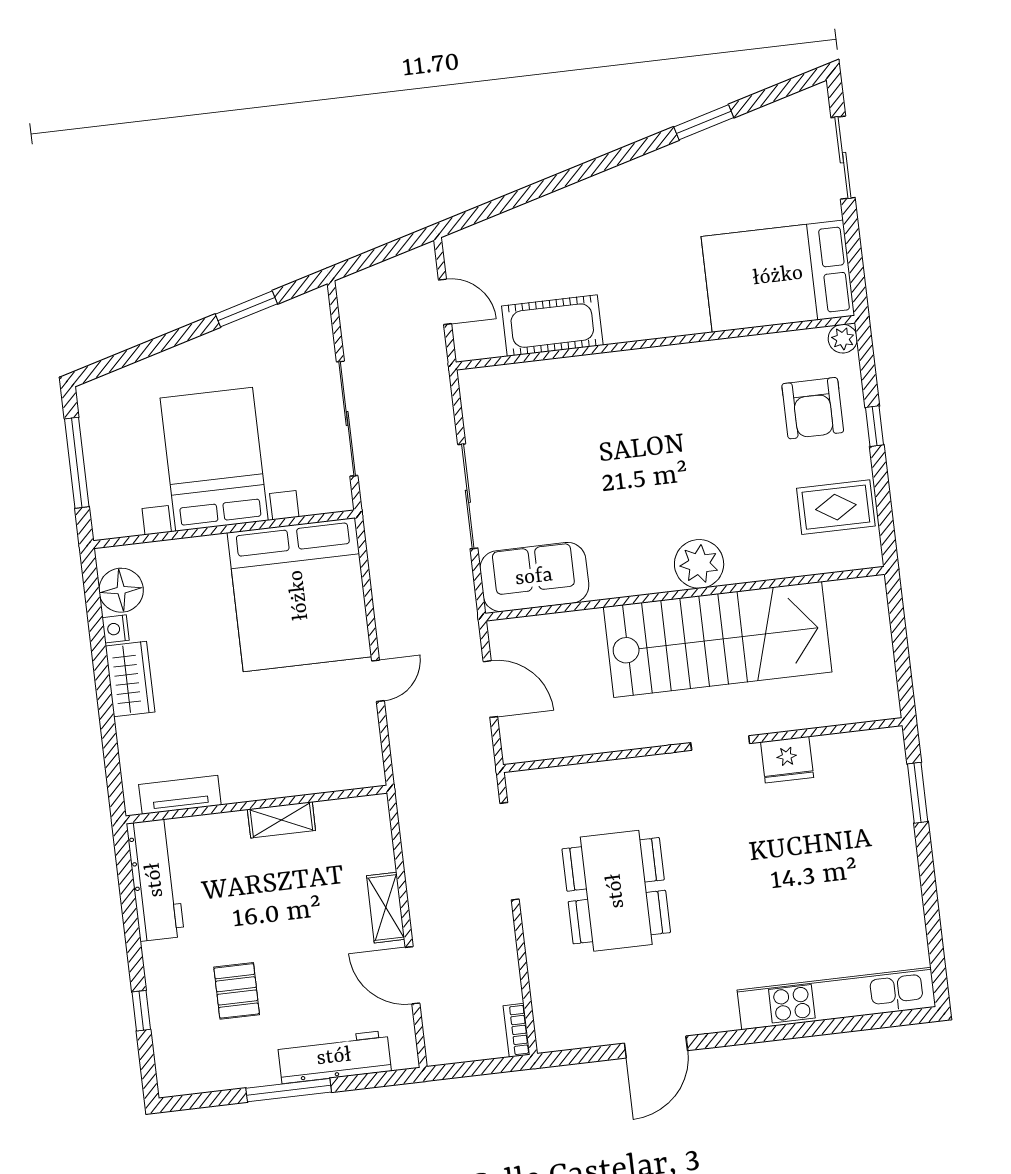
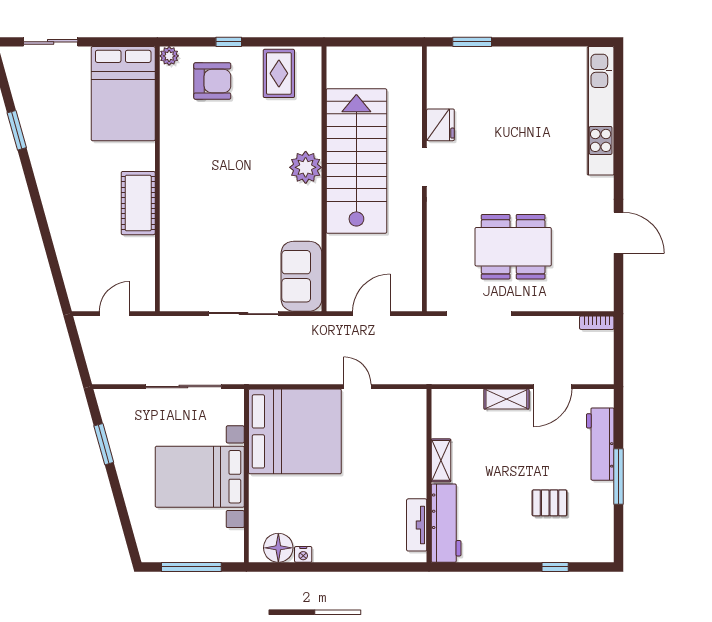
cot: (552, 326) -> (138, 203), moved
wardrobe: (130, 679) -> (337, 549), removed
workbench: (155, 880) -> (446, 523), moved, turned 90

